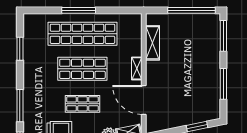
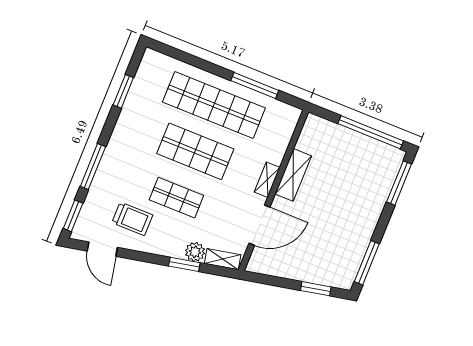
window: (79, 10) -> (255, 86), moved
shelving: (152, 43) -> (293, 175), moved
window: (223, 84) -> (367, 263), moved
door: (144, 100) -> (259, 225), swing flipped

